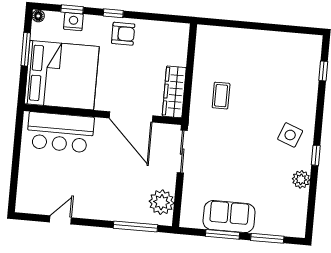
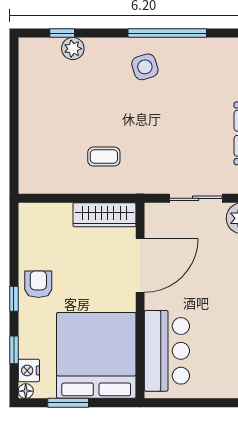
nightstand: (73, 22) -> (29, 370), moved
side table: (290, 135) -> (145, 67), turned -38
sliding door: (182, 152) -> (196, 198), moved
window: (316, 155) -> (167, 33), width x3.17
plant: (301, 179) -> (73, 49), moved

